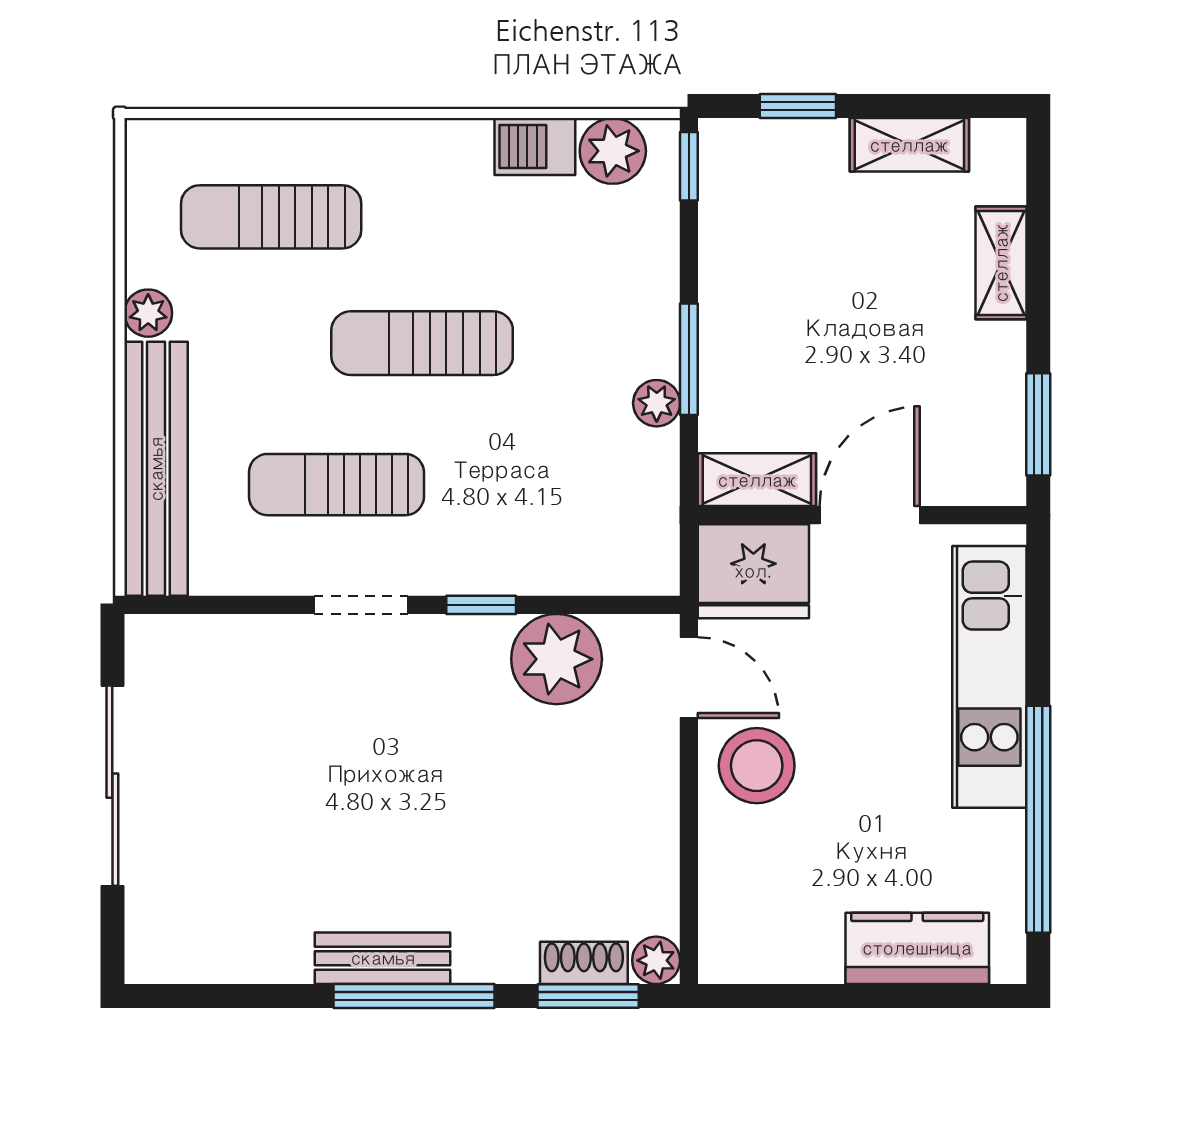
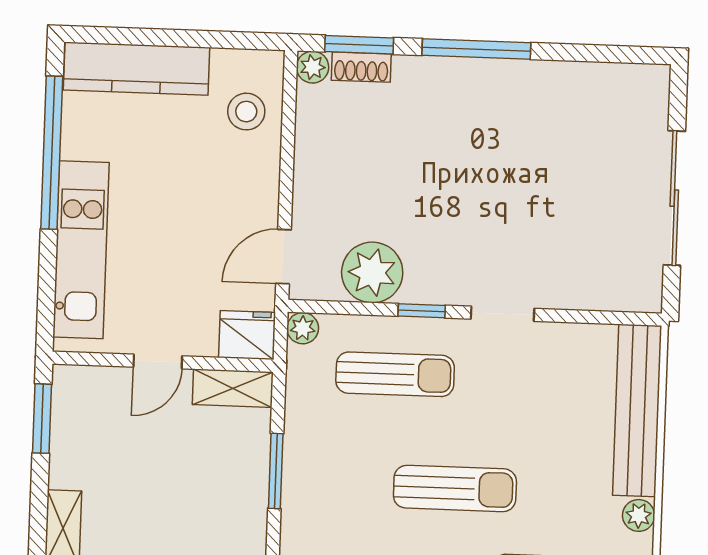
plant: (657, 403) -> (303, 328), moved
sun lounger: (336, 485) -> (395, 374), moved
door: (870, 515) -> (158, 362), width x0.73
fridge: (753, 571) -> (247, 335), width x0.73, depth x0.75
door: (689, 678) -> (284, 257), hinge flipped
stool: (757, 766) -> (246, 112), moved, width x0.73, depth x0.73
kitchen counter: (917, 948) -> (136, 69), width x1.50
bench: (383, 958) -> (497, 75), removed

